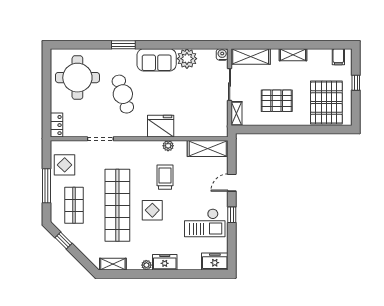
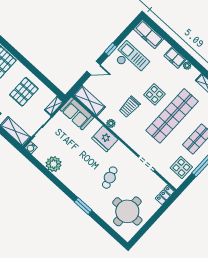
sofa: (157, 60) -> (77, 113), moved, turned 180
cafe table: (123, 94) -> (110, 178), width x0.73, depth x0.74
pallet: (277, 101) -> (24, 92), turned 90
freezer: (215, 262) -> (149, 34), width x1.40

